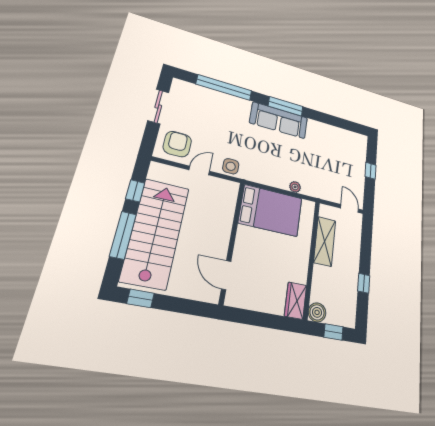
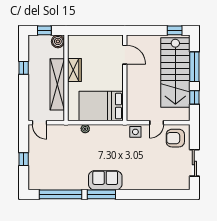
window: (224, 88) -> (61, 194), moved
sofa: (279, 120) -> (105, 180), width x0.73
armchair: (177, 144) -> (175, 138), turned 90
shelving: (325, 241) -> (57, 84), width x1.47
wardrobe: (296, 301) -> (74, 70), moved

